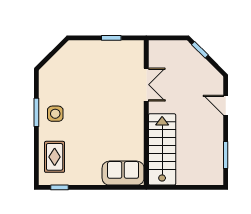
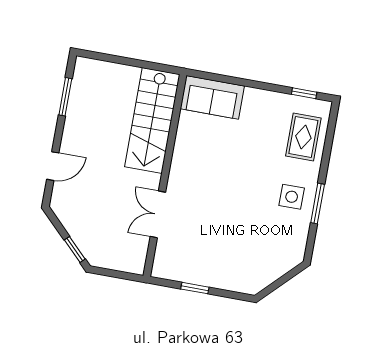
door: (226, 105) -> (53, 166), hinge flipped

